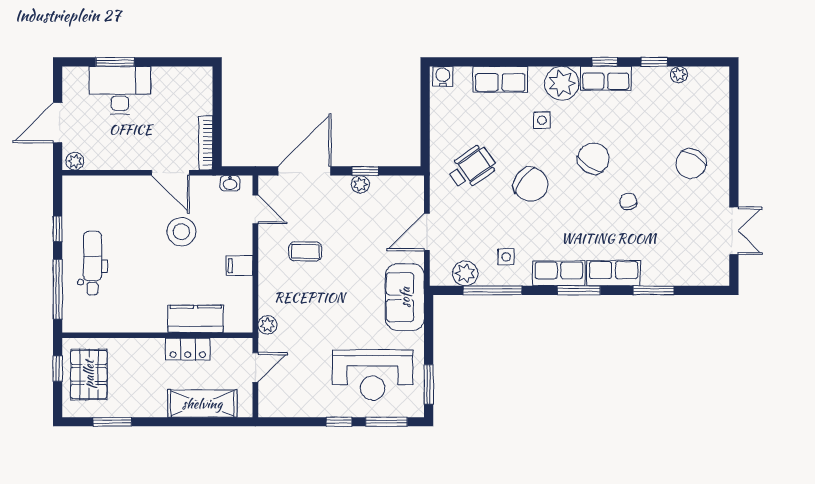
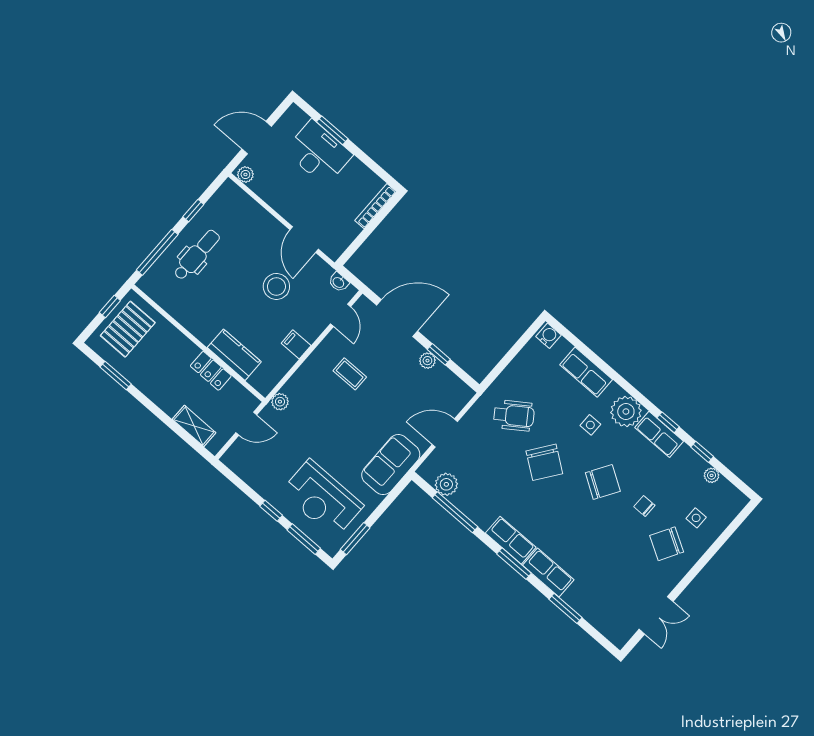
bookcase: (206, 143) -> (376, 206), moved
chair: (628, 202) -> (644, 506), moved, turned -78
side table: (506, 257) -> (696, 518), moved
shelving: (202, 404) -> (194, 426), width x0.67, depth x0.75

